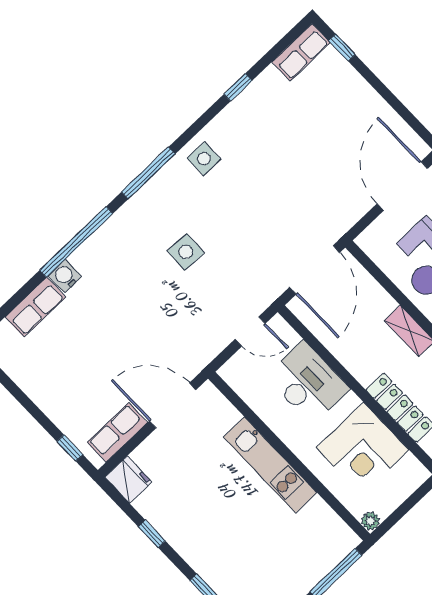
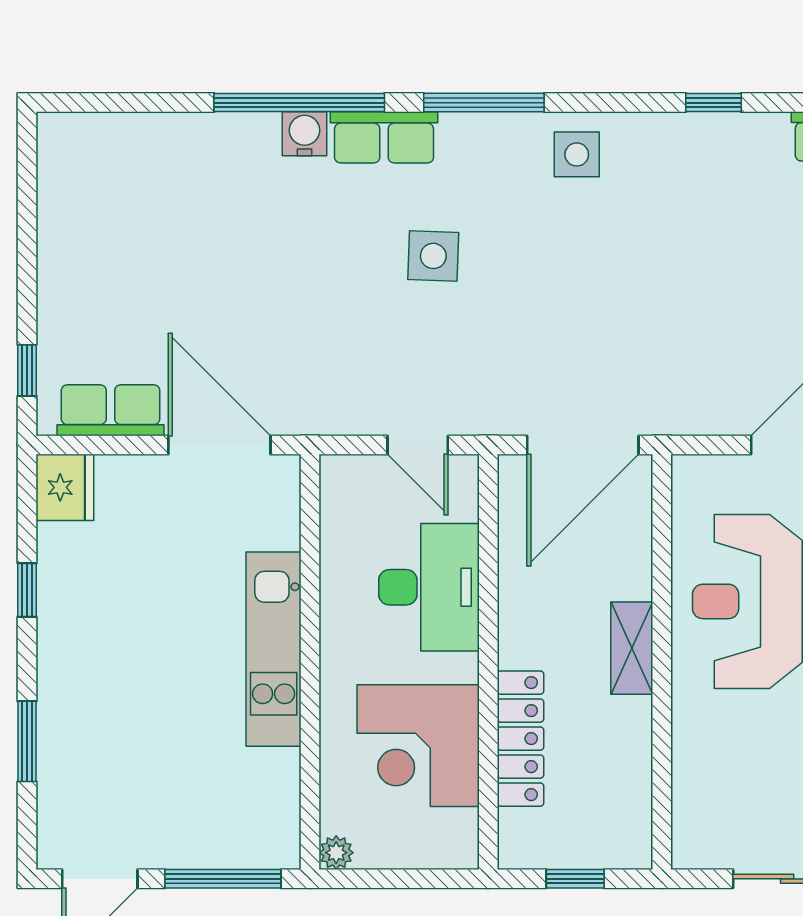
water cooler: (65, 276) -> (304, 134), moved
row of seats: (35, 307) -> (384, 137), moved

